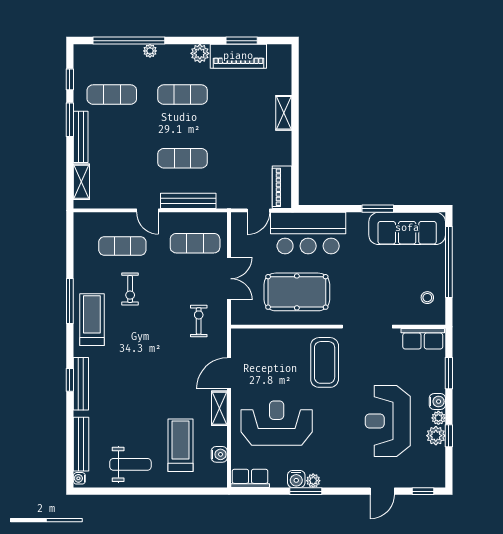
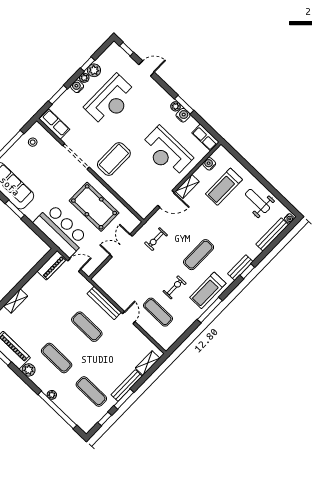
exercise mat: (195, 243) -> (199, 255), moved, turned 90
bench: (81, 384) -> (240, 268), width x0.73

